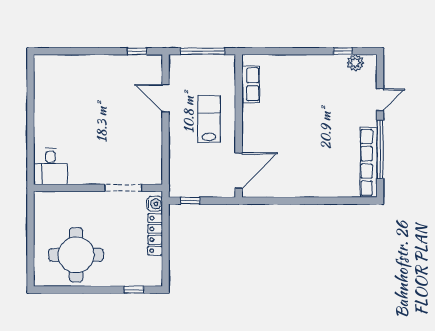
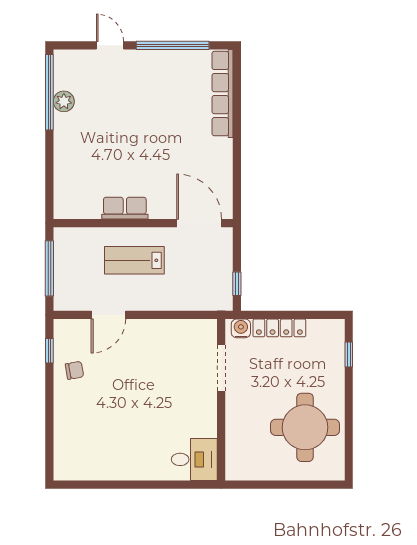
window: (343, 51) -> (49, 92), width x3.17
plant: (355, 63) -> (64, 101), moved
chair: (121, 71) -> (74, 370), added
row of seats: (251, 84) -> (125, 208), moved
row of seats: (369, 162) -> (223, 94), moved, turned 90

